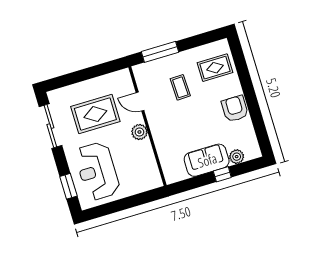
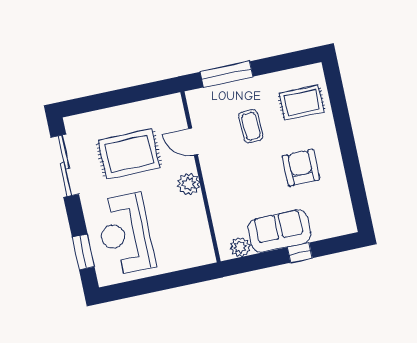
armchair: (235, 109) -> (301, 168), moved
plant: (237, 157) -> (240, 247), moved

